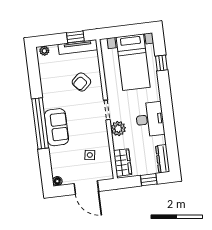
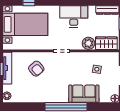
sofa: (56, 127) -> (84, 94), moved
plant: (118, 129) -> (88, 43), moved

